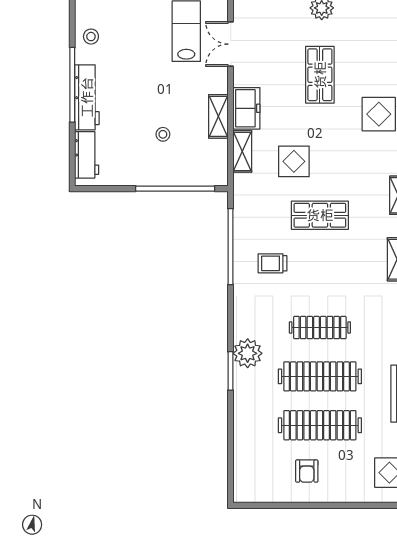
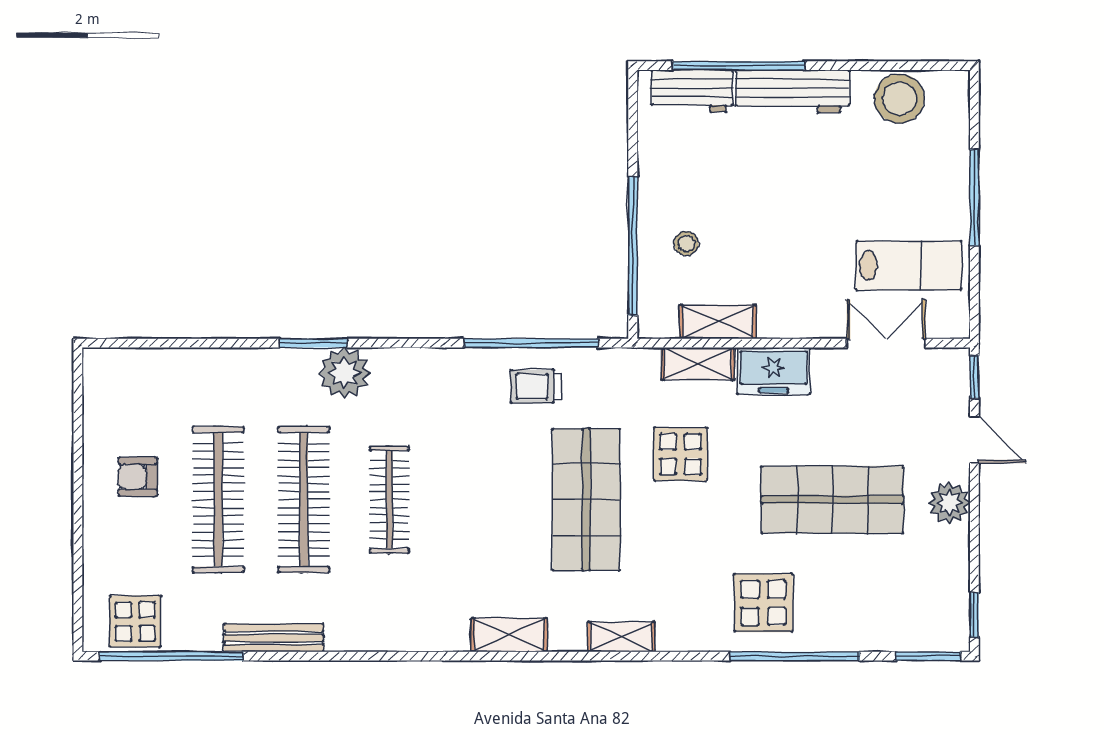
stool: (91, 37) -> (899, 99), width x1.89, depth x1.89
shop shelf: (320, 75) -> (832, 500), width x1.43, depth x1.36
window: (72, 85) -> (738, 66), moved
shelving: (218, 116) -> (718, 322), moved
stool: (163, 134) -> (686, 243), moved
shop shelf: (320, 215) -> (586, 500), width x1.43, depth x1.36
trolley: (273, 263) -> (536, 386), moved, turned -90

